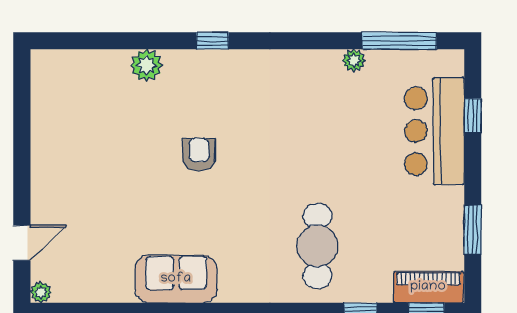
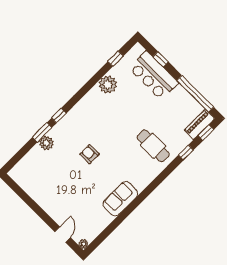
window: (157, 41) -> (42, 132), added
window: (399, 41) -> (116, 59), width x0.46
plant: (354, 60) -> (108, 85), width x1.88, depth x1.88
window: (473, 230) -> (195, 94), width x2.11

